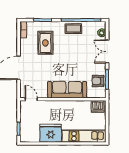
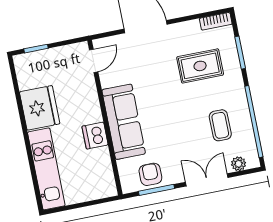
coffee table: (73, 29) -> (220, 125), moved
dishwasher: (98, 106) -> (95, 136), moved

